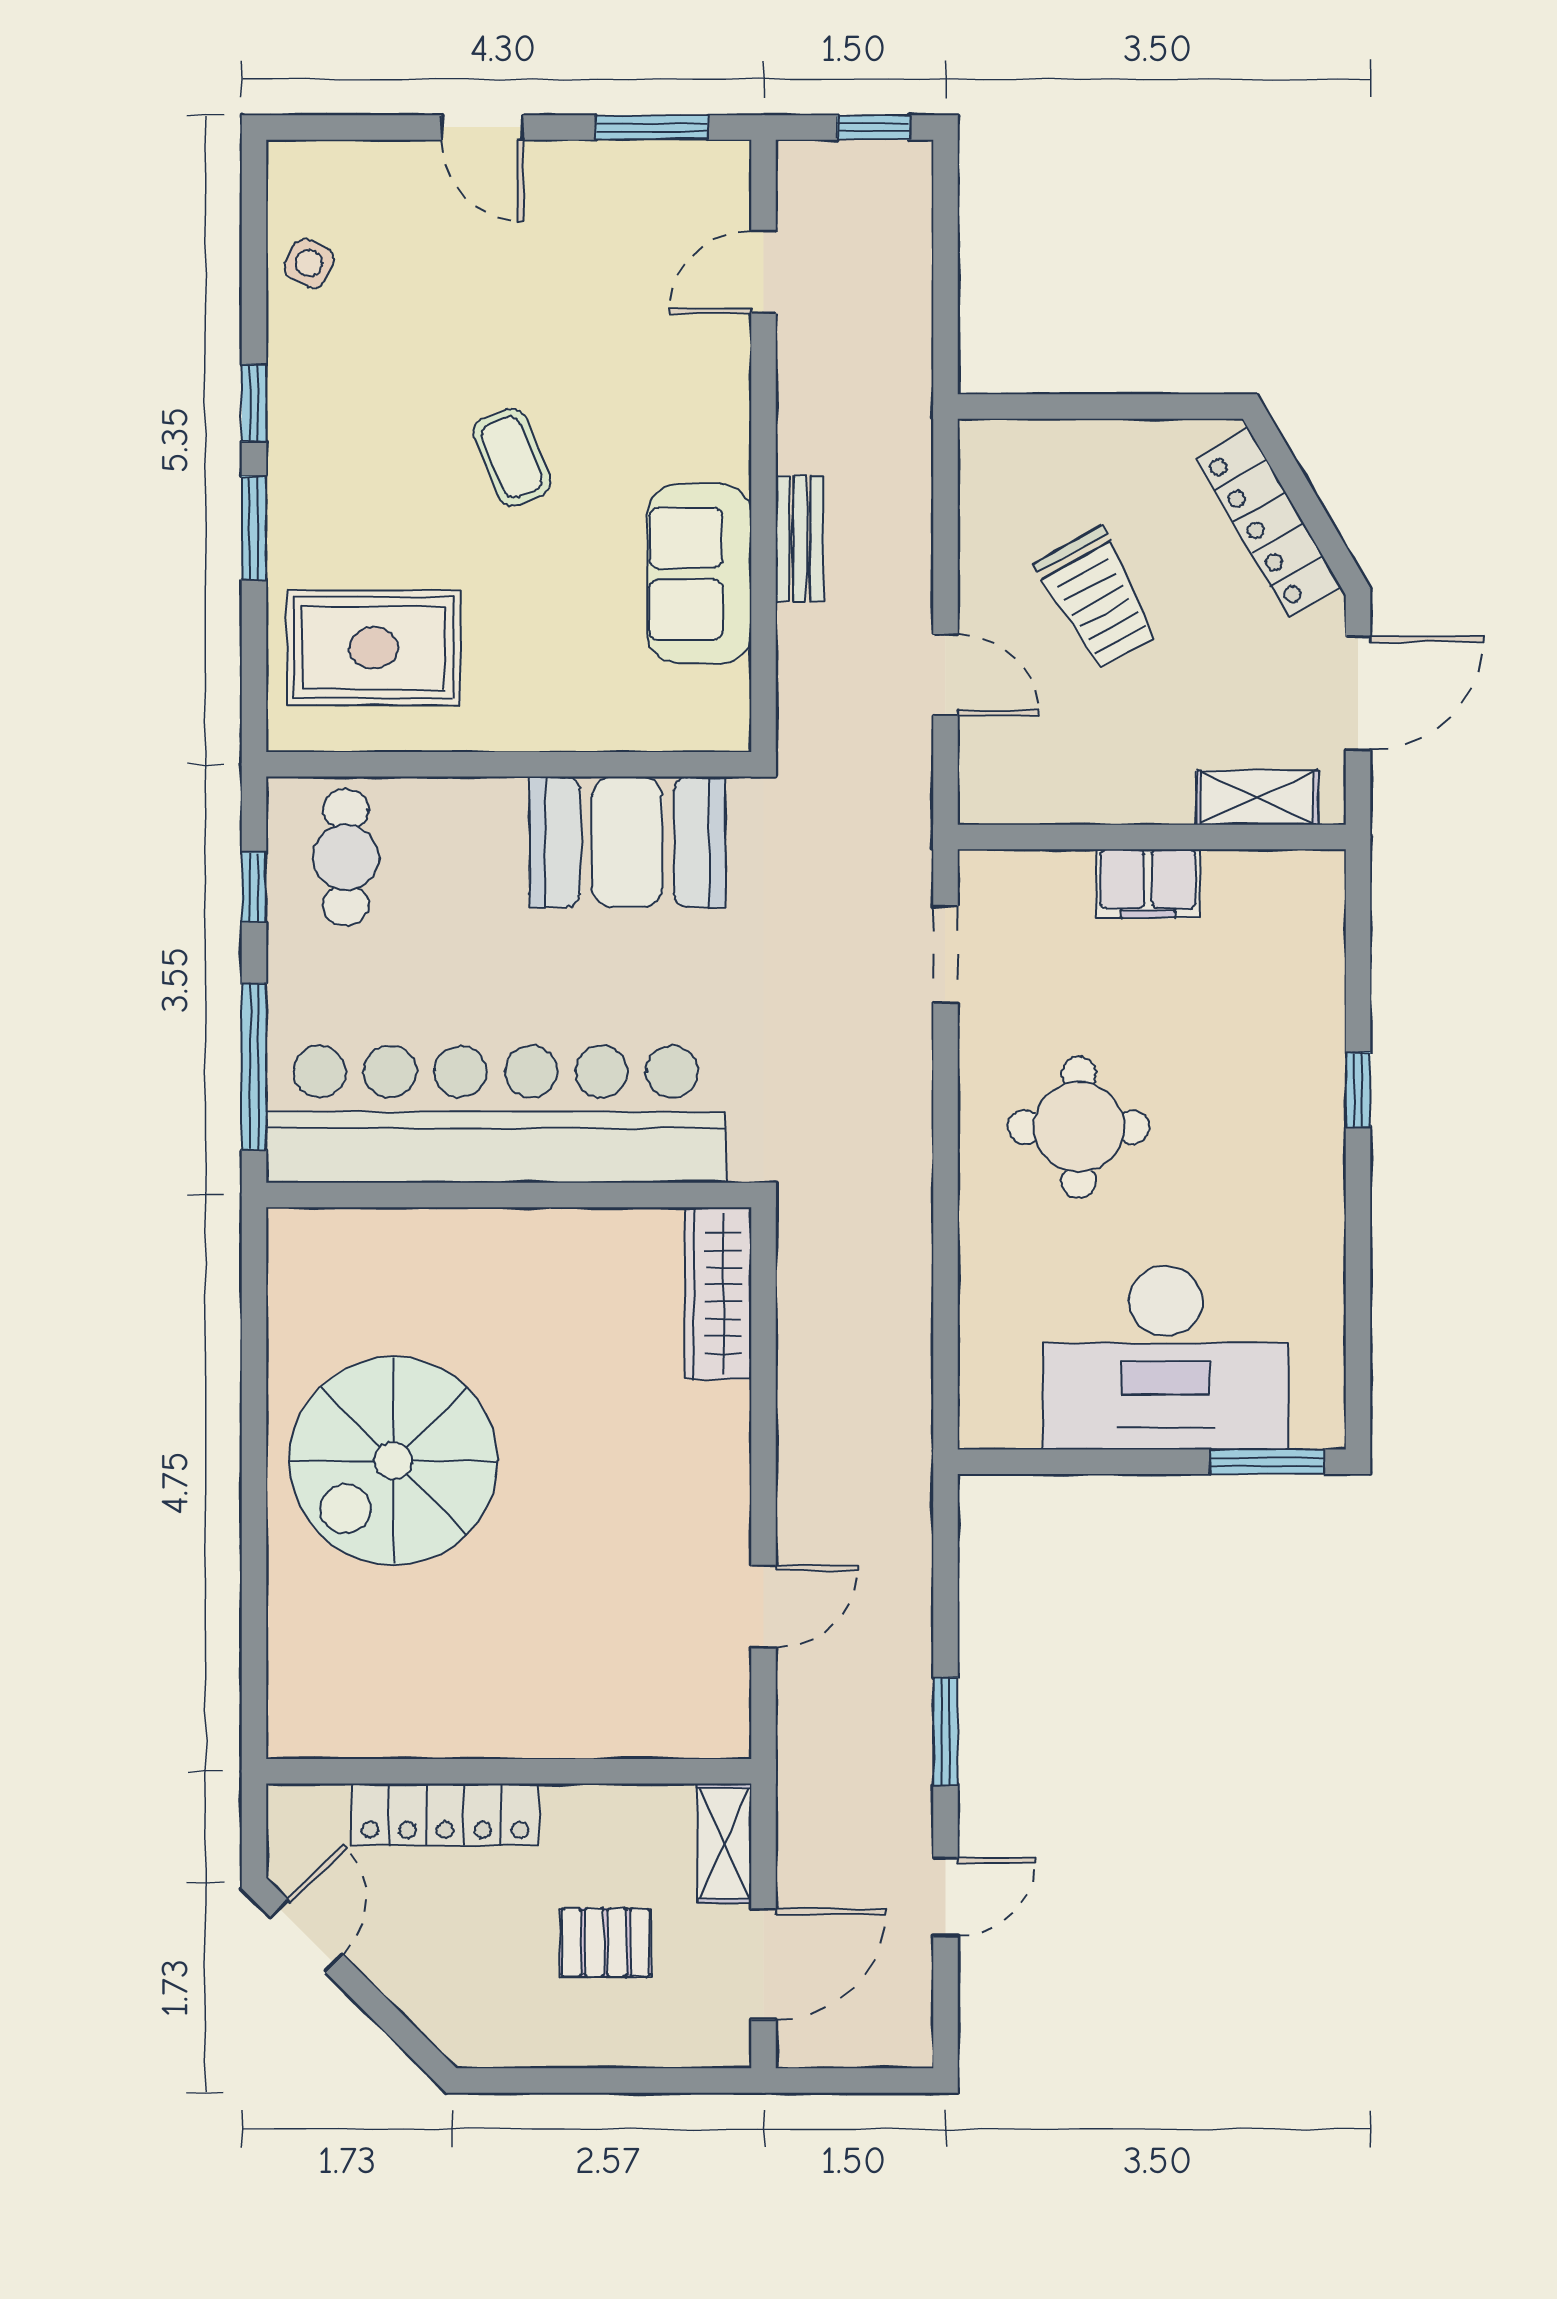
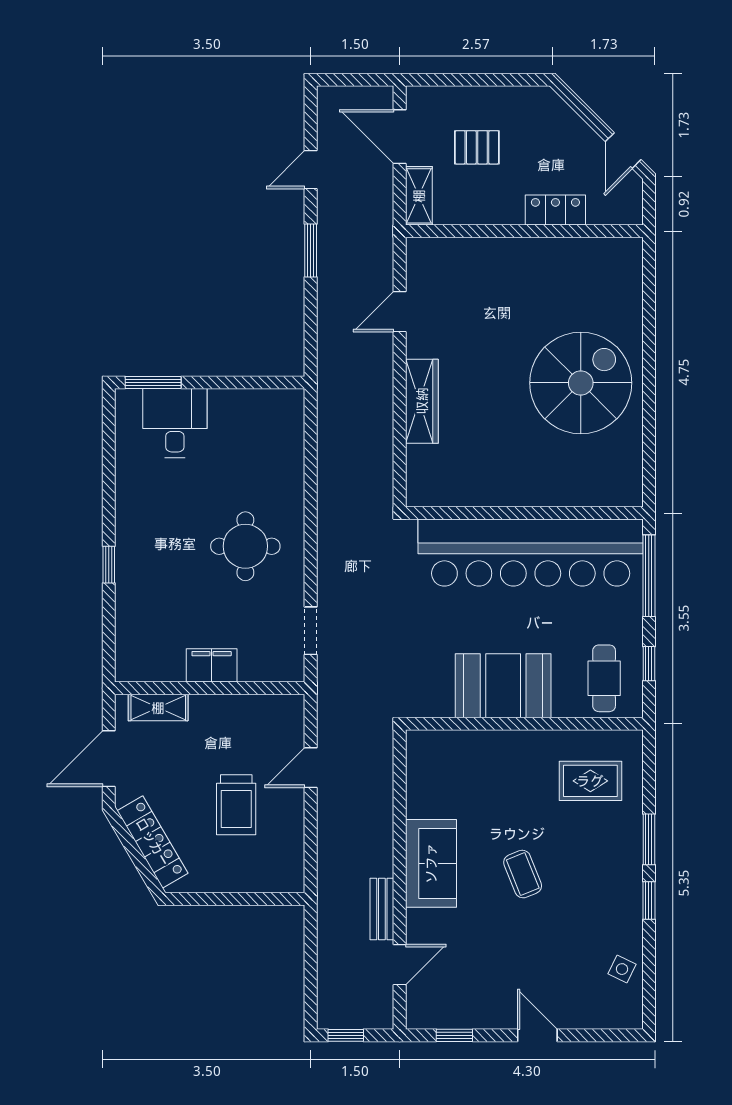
window: (652, 127) -> (454, 1035), width x0.67
bench: (800, 539) -> (382, 909), moved
sofa: (699, 574) -> (431, 863), moved
trolley: (1098, 599) -> (236, 805), turned -151
rug: (374, 648) -> (590, 781), width x0.73, depth x0.70
door: (945, 675) -> (311, 768), hinge flipped
booth: (627, 842) -> (503, 686), moved
wardrobe: (718, 1293) -> (422, 401), moved
desk: (1166, 1358) -> (175, 423), width x0.53, depth x0.77
locker: (445, 1814) -> (555, 210), width x0.66
door: (764, 1964) -> (400, 137), hinge flipped

